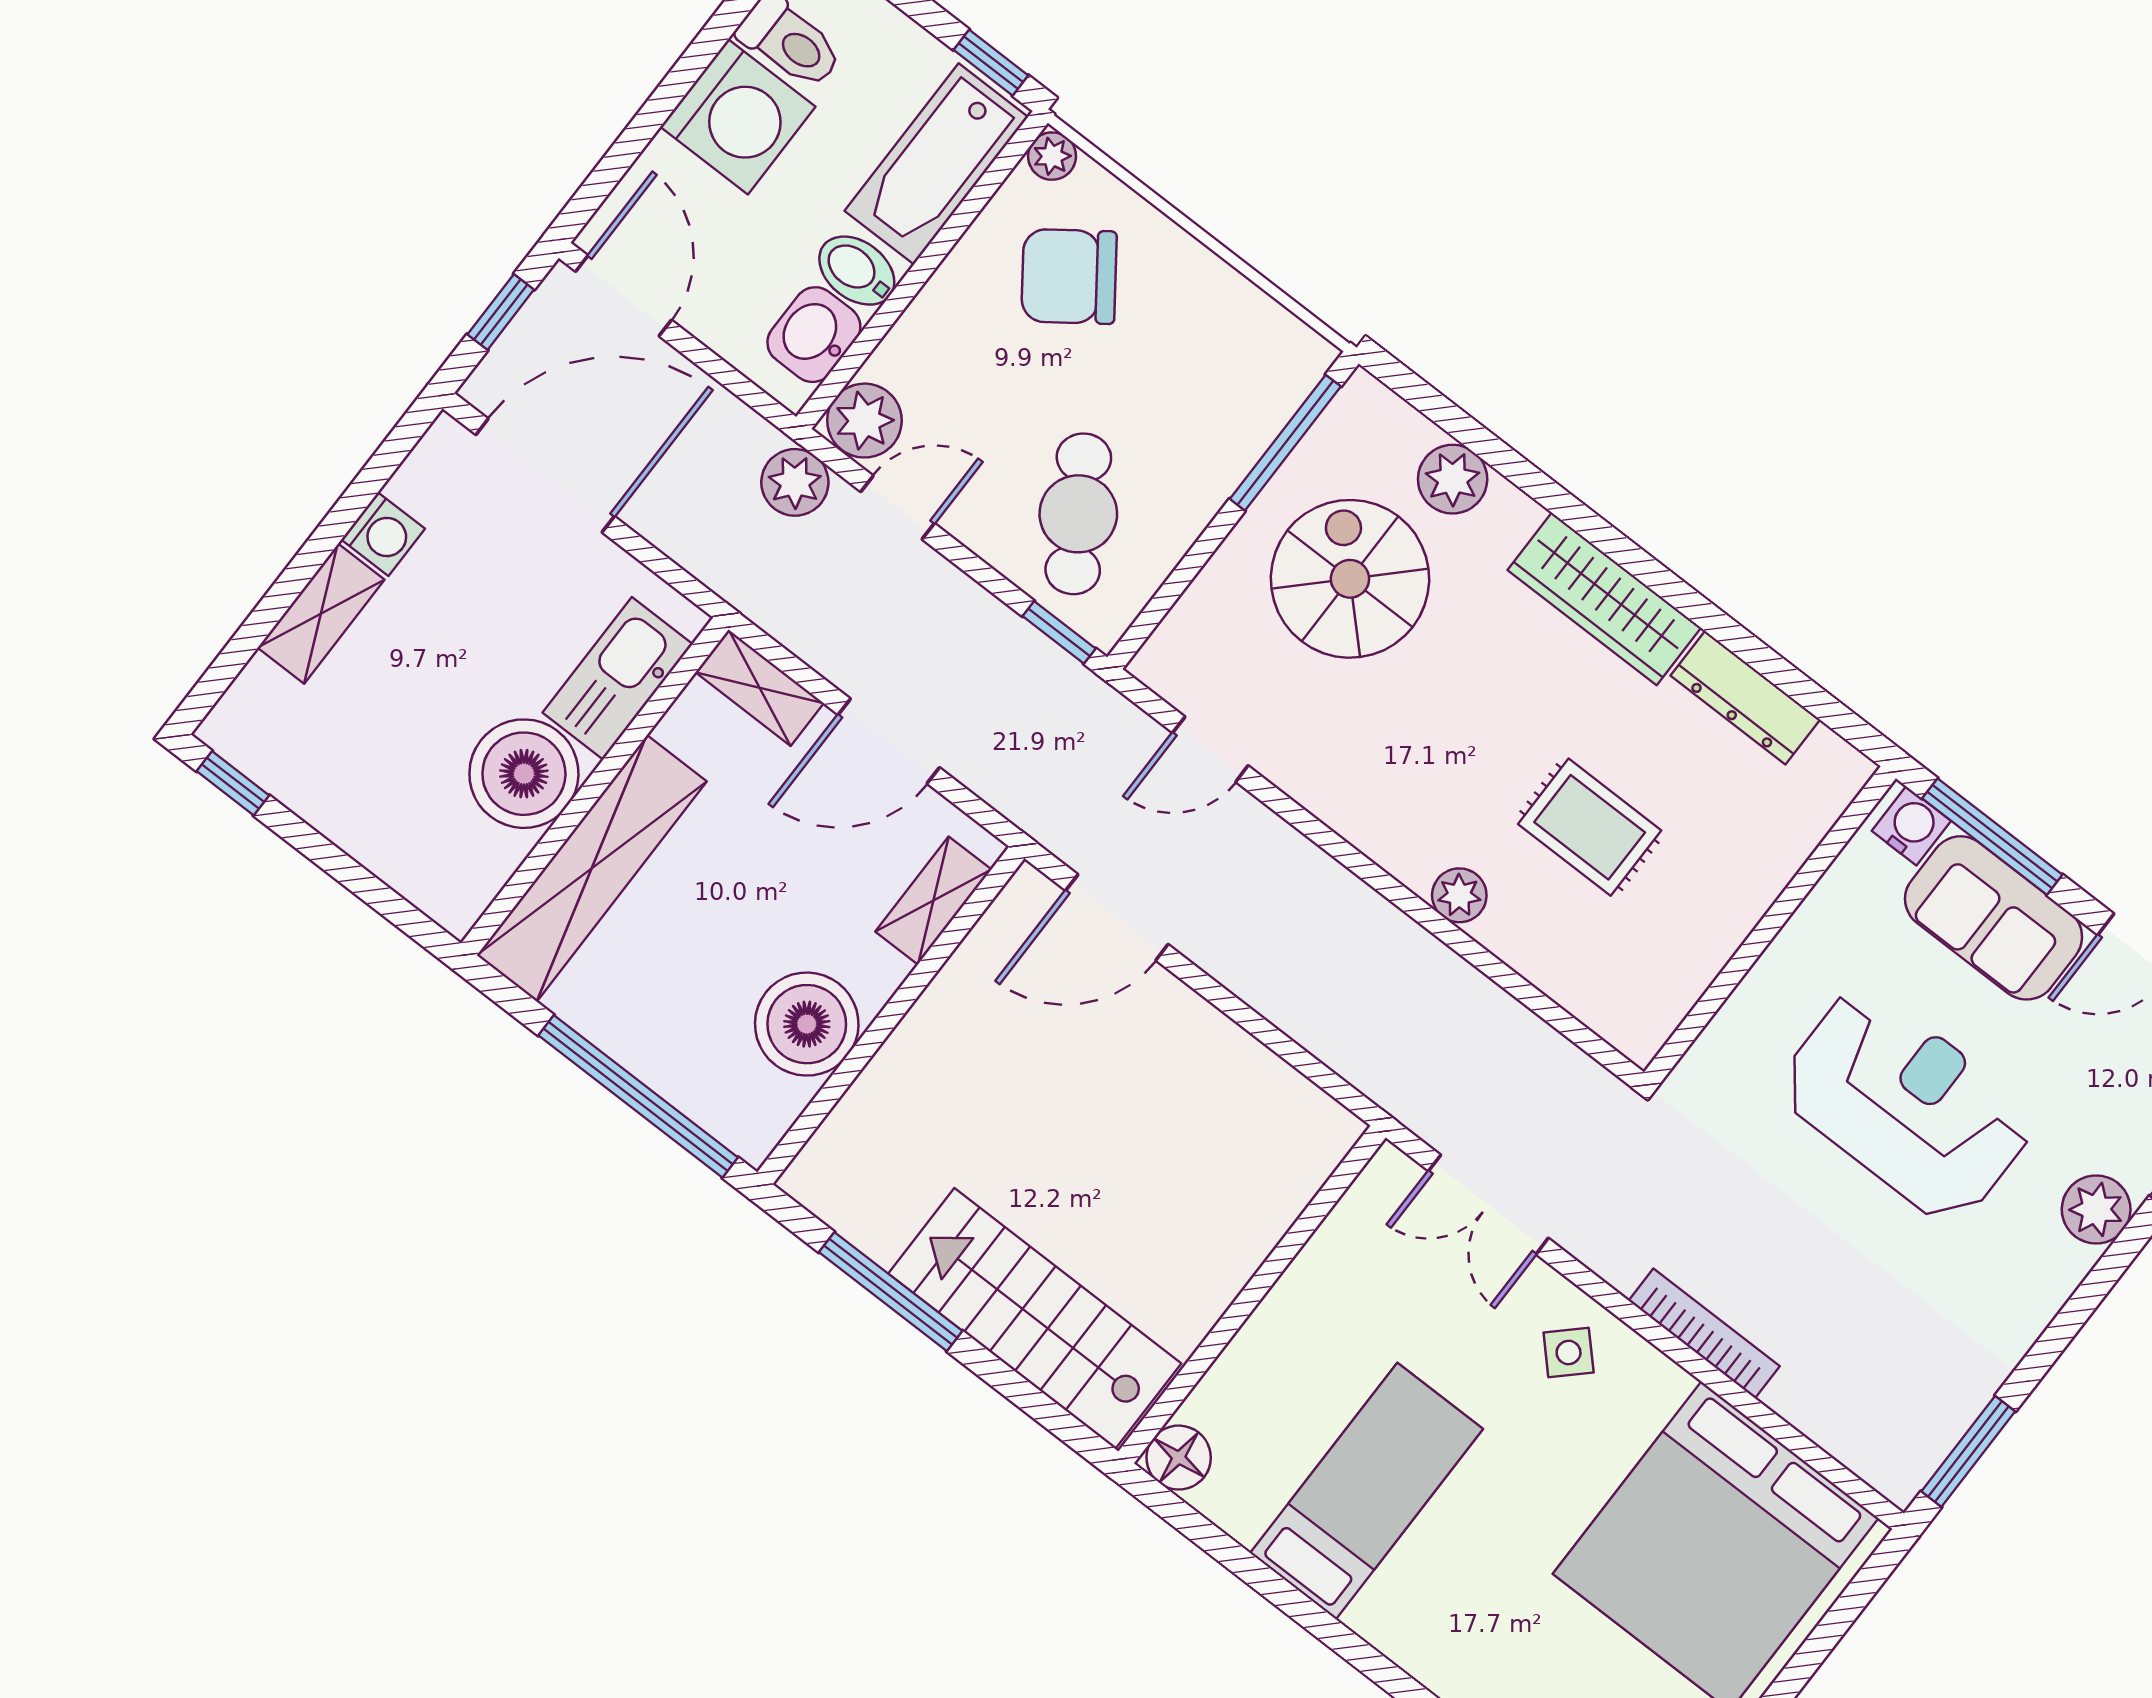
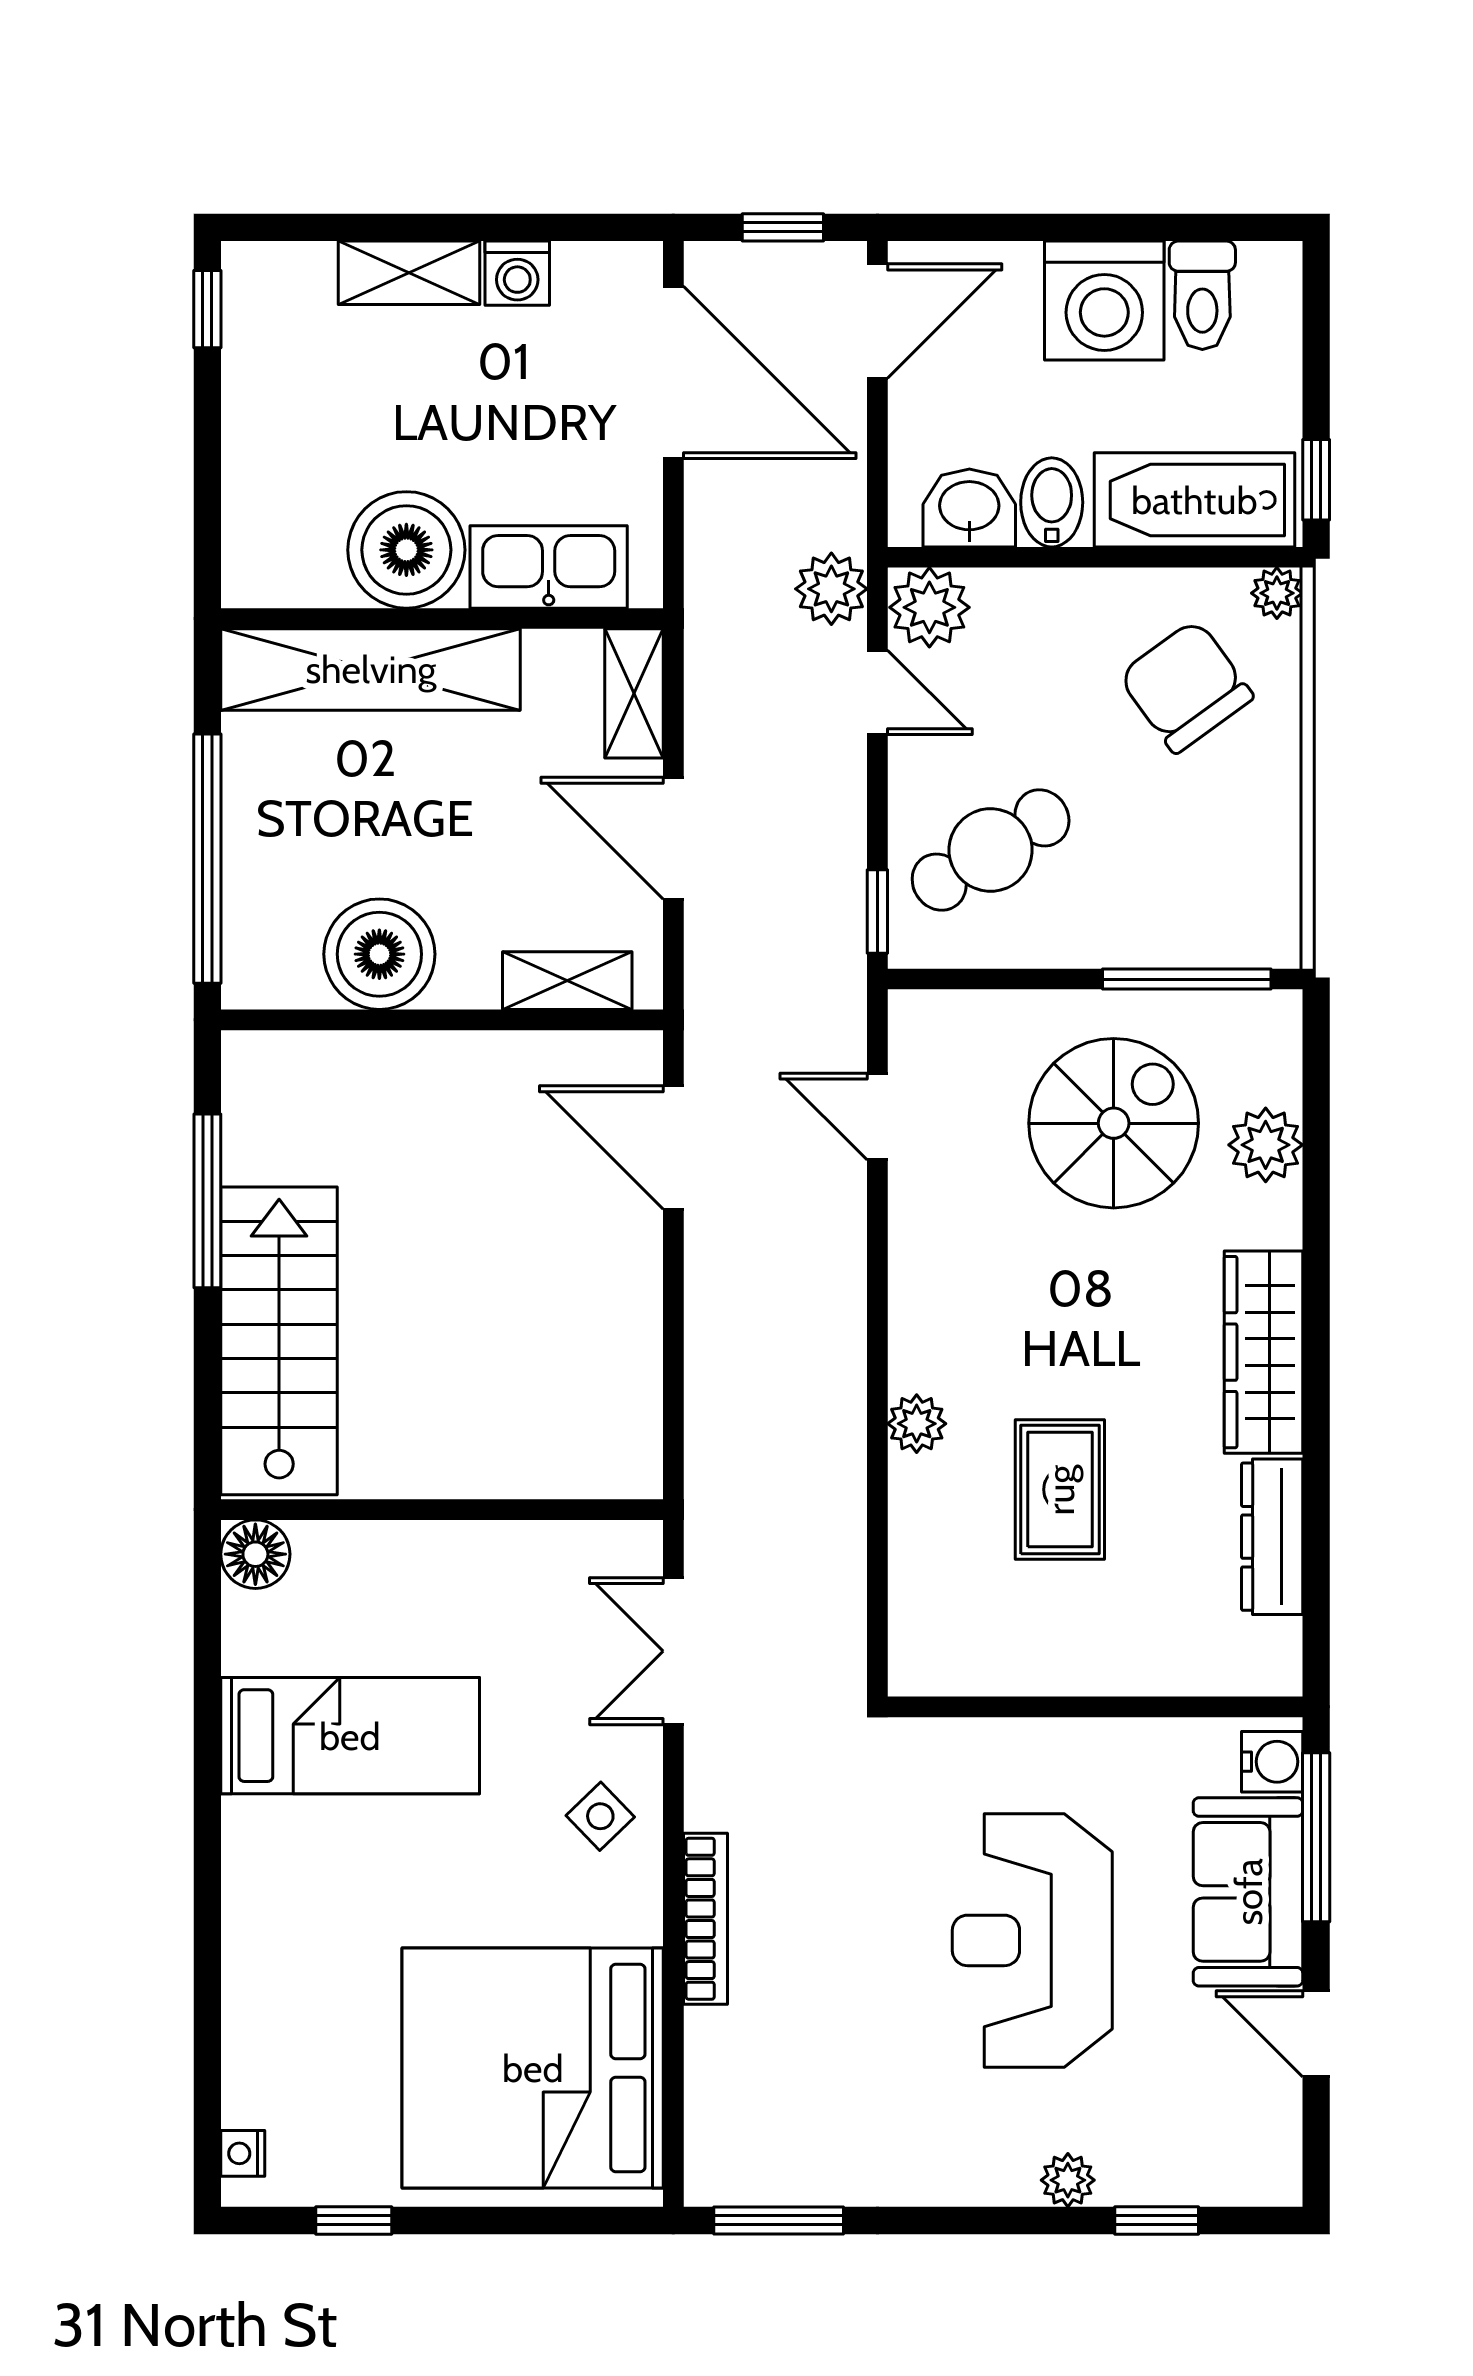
reception desk: (1906, 1105) -> (1032, 1940), turned 180
plant: (2096, 1209) -> (1068, 2180), width x0.73, depth x0.73

